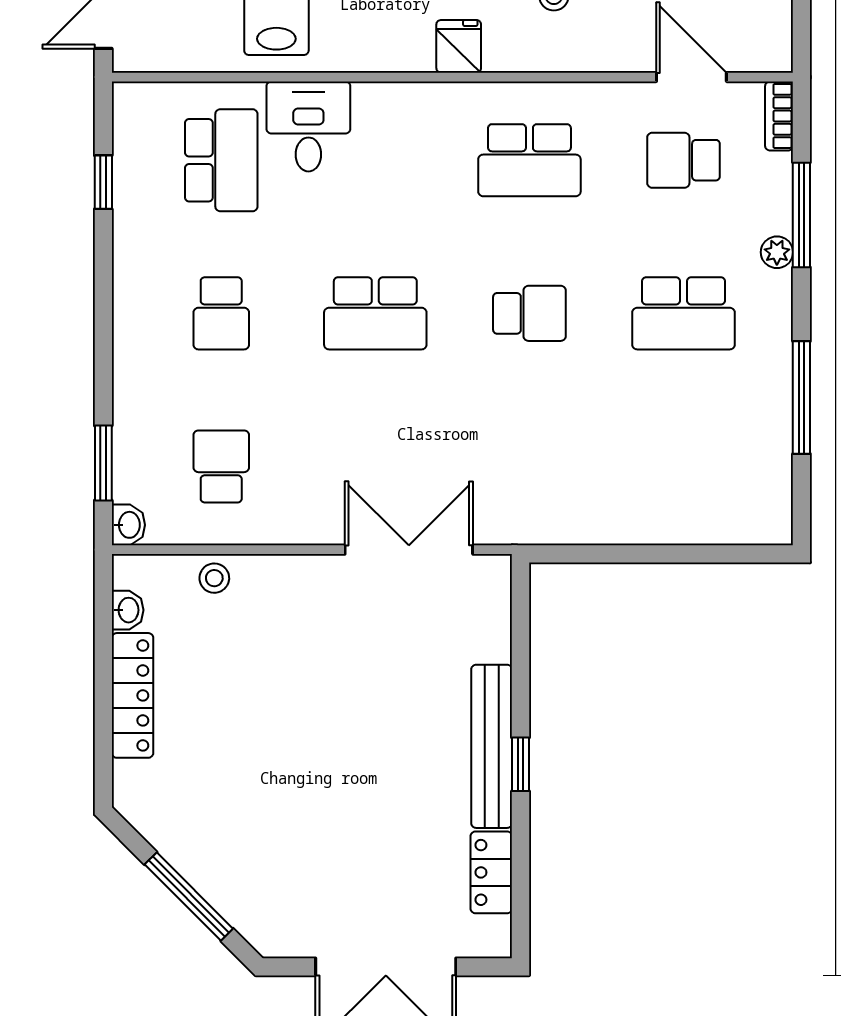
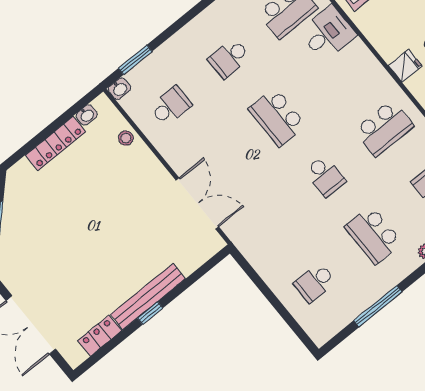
school desk: (529, 160) -> (384, 128), turned -90
school desk: (684, 466) -> (315, 283), added

